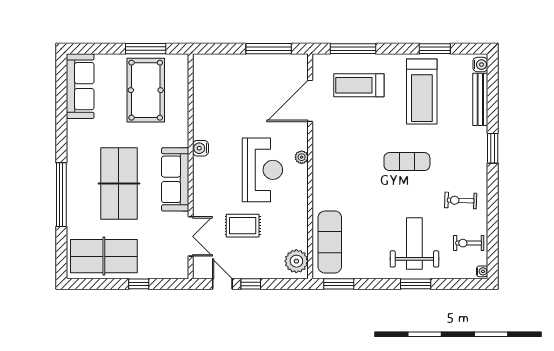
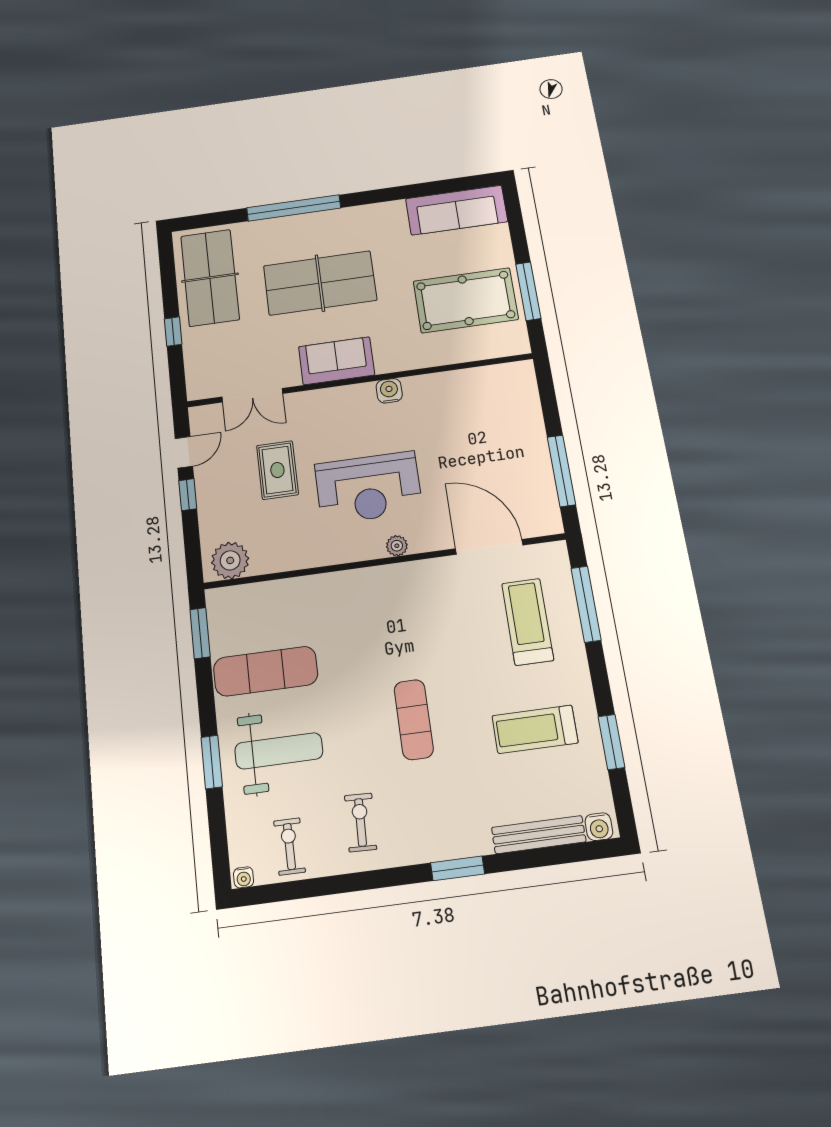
treadmill: (422, 92) -> (535, 729), width x0.73, depth x0.73
sofa: (175, 179) -> (337, 361), width x0.73
exercise mat: (330, 242) -> (266, 671), moved

